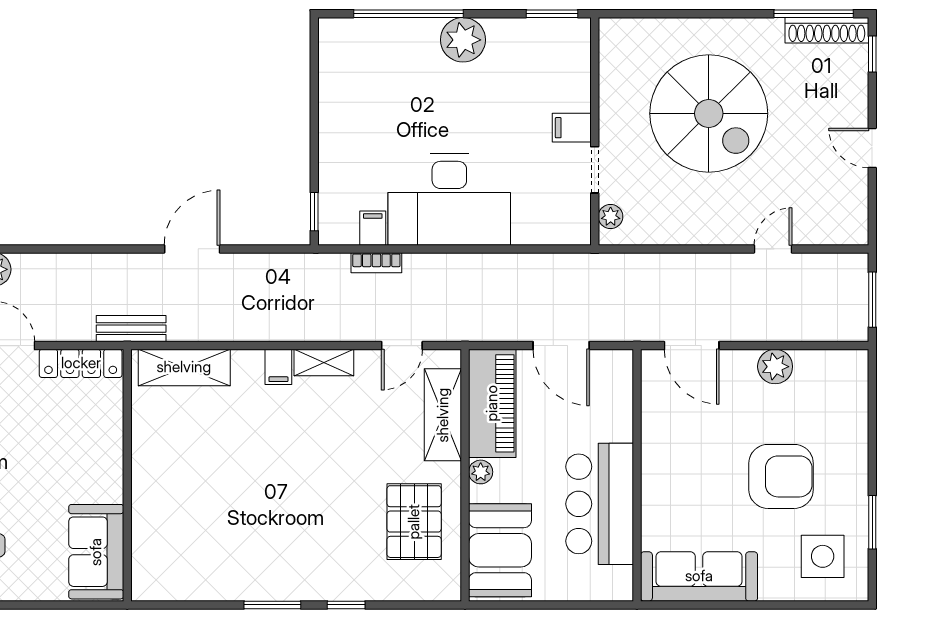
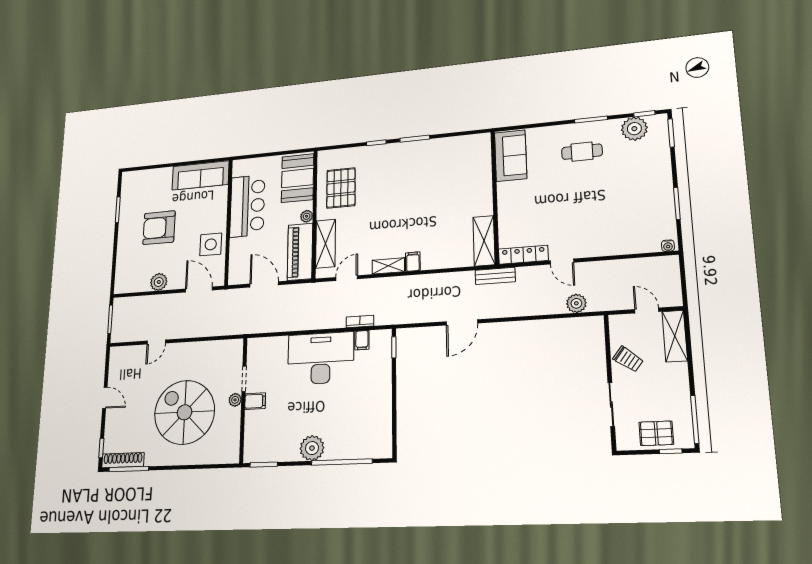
plant: (611, 216) -> (235, 400), moved
shelving: (184, 367) -> (484, 241), moved, turned 90
side table: (823, 556) -> (211, 244), moved

